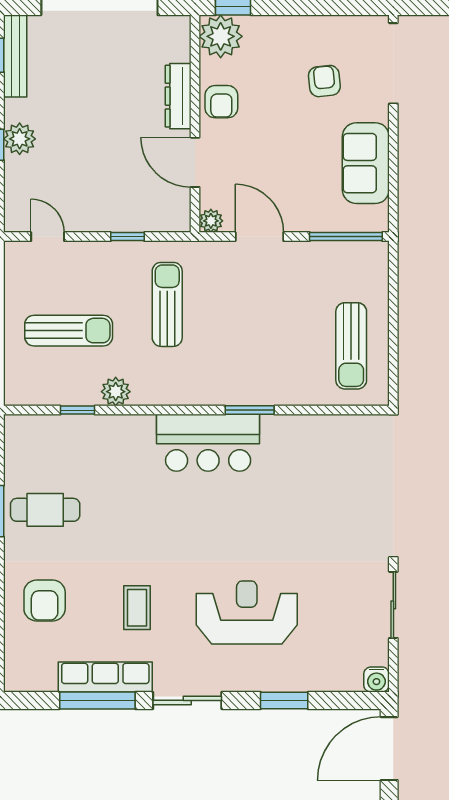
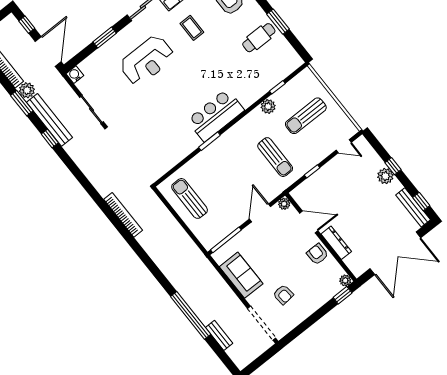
plant: (221, 36) -> (345, 280), width x0.53, depth x0.53
door: (259, 237) -> (260, 213), swing flipped

